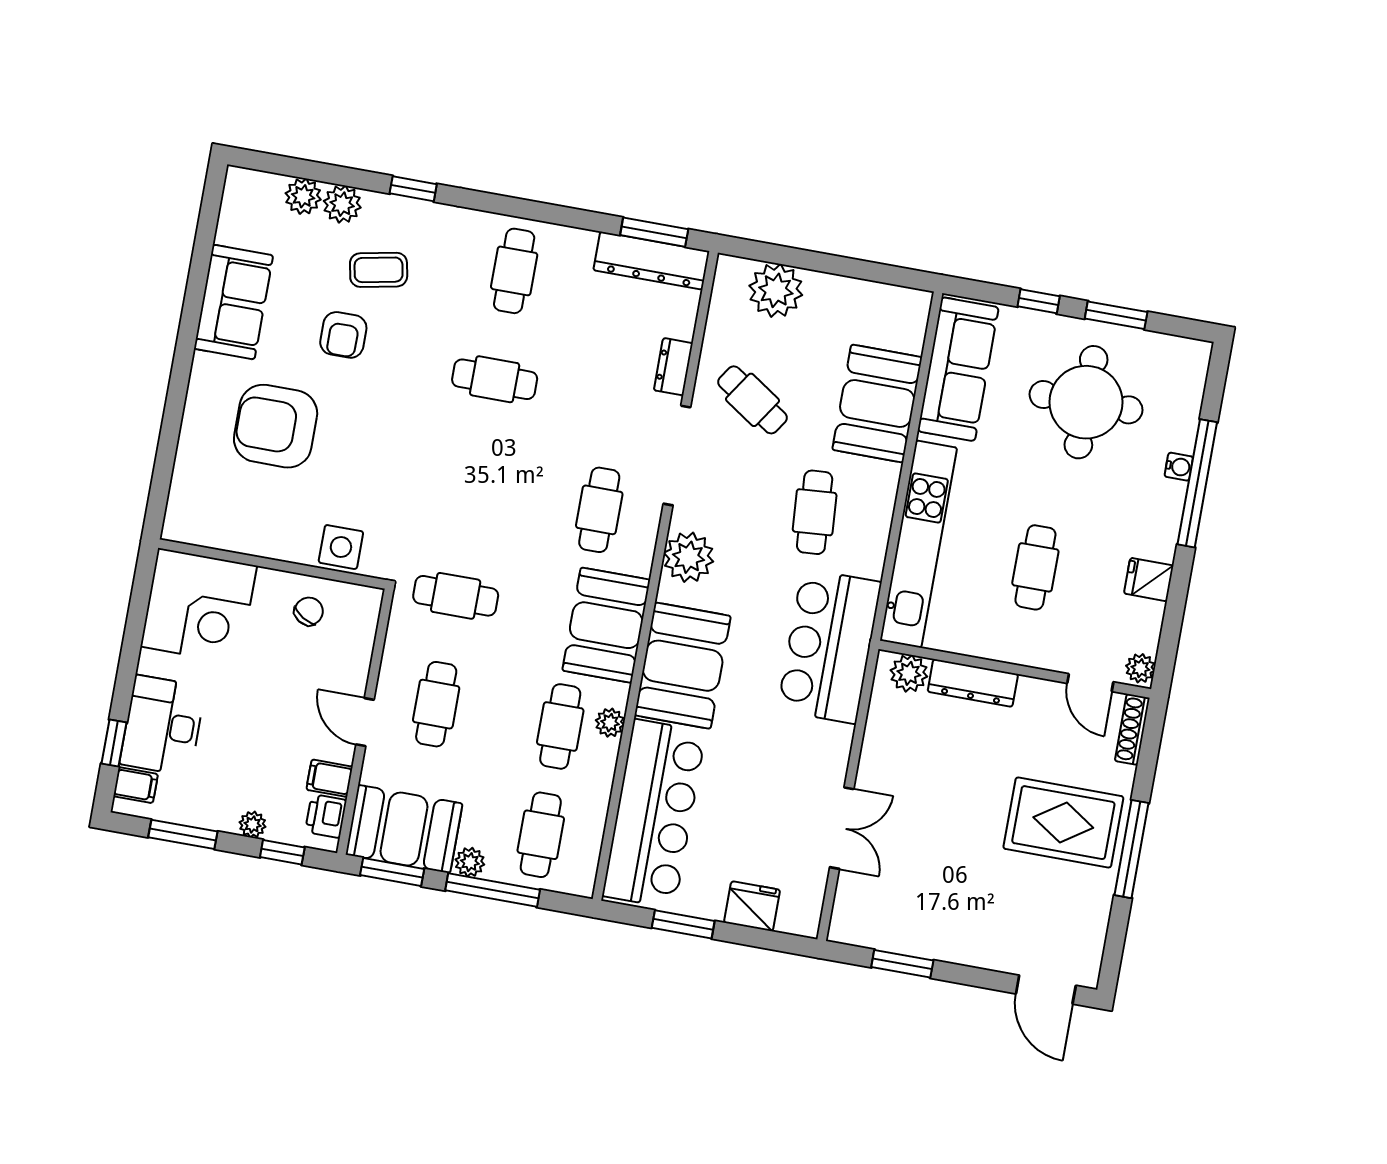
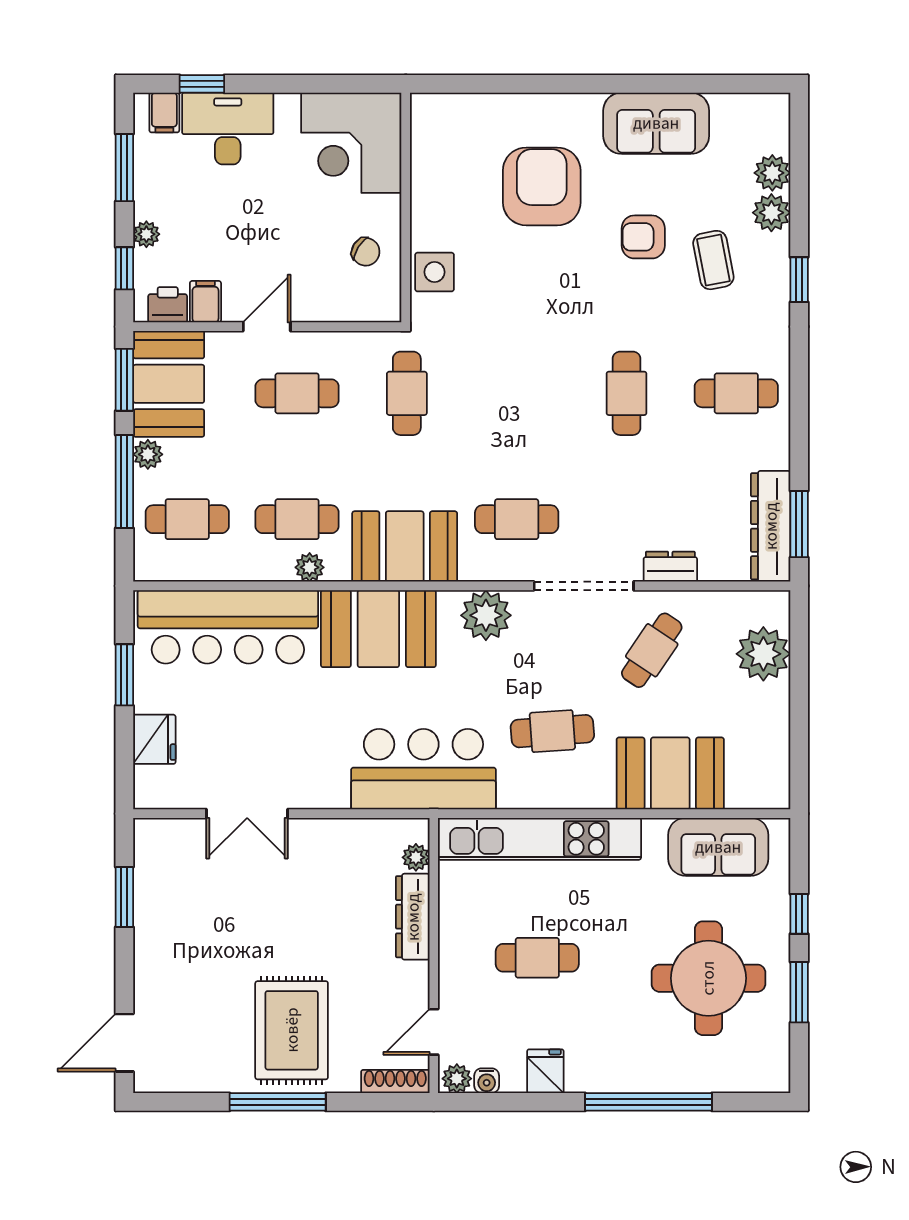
sofa: (958, 369) -> (718, 847), width x0.73
water cooler: (1179, 467) -> (487, 1081), moved
plant: (909, 673) -> (416, 857), width x0.73, depth x0.73

